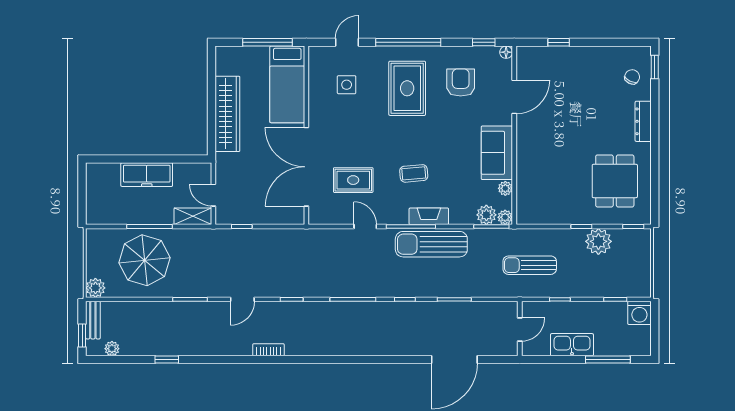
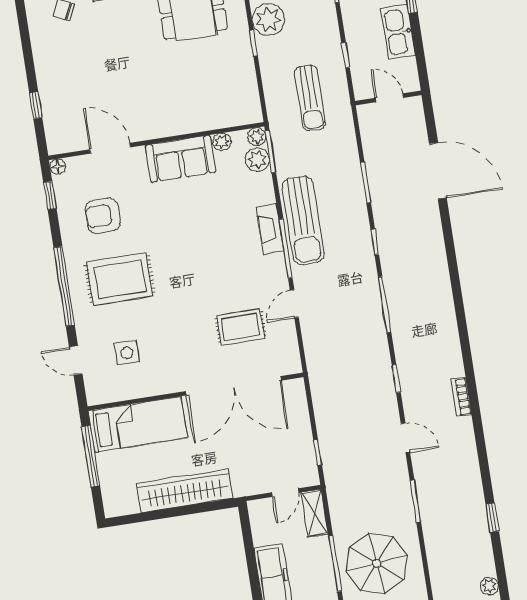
coffee table: (414, 173) -> (221, 255), removed
rug: (353, 180) -> (241, 327), turned 90

